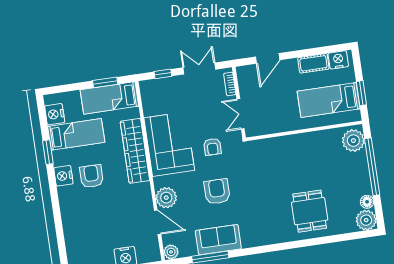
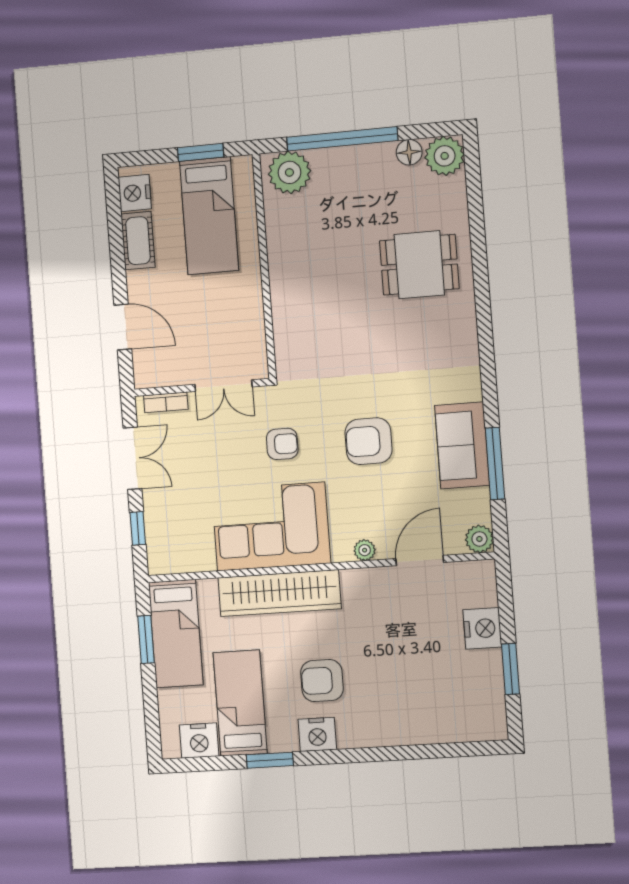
double door: (199, 68) -> (132, 458), swing flipped
plant: (166, 198) -> (365, 550), width x0.53, depth x0.53

